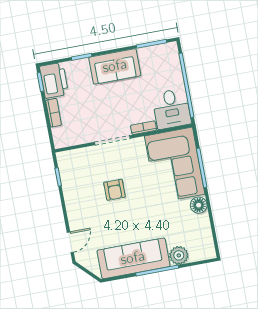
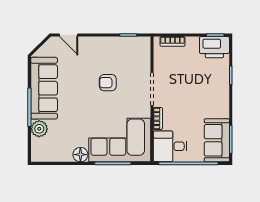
sofa: (115, 66) -> (217, 140), moved
bookcase: (54, 113) -> (173, 41), moved

